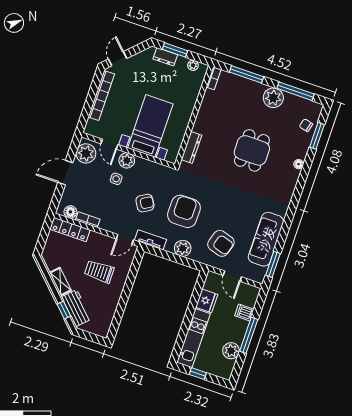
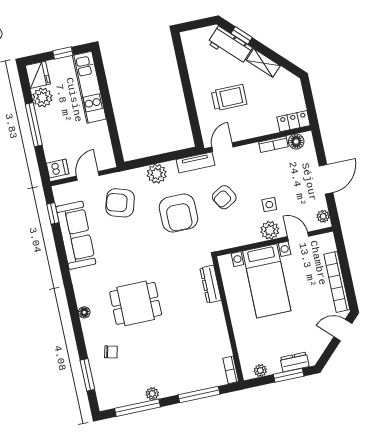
door: (118, 59) -> (343, 330), swing flipped
plant: (273, 98) -> (152, 394), width x0.53, depth x0.53
chair: (306, 125) -> (111, 352), moved
dining table: (252, 150) -> (136, 303), moved, turned 90
plant: (86, 153) -> (323, 216), width x0.53, depth x0.53
floor lamp: (299, 164) -> (84, 312), moved
locker: (70, 230) -> (294, 121), width x0.66
window: (273, 264) -> (53, 213), width x0.67
door: (232, 276) -> (88, 176), hinge flipped
fridge: (207, 301) -> (38, 75), moved, turned 180
dishwasher: (244, 312) -> (58, 169), moved

